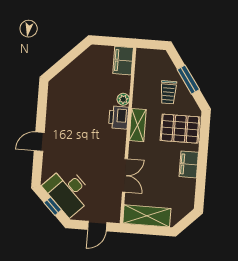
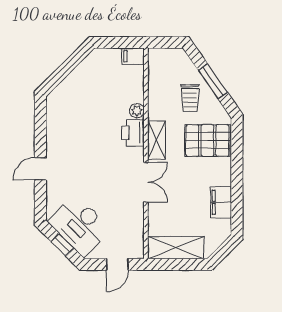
filing cabinet: (123, 61) -> (133, 56), width x0.50
filing cabinet: (189, 164) -> (221, 202), moved
double door: (125, 175) -> (146, 182), moved

